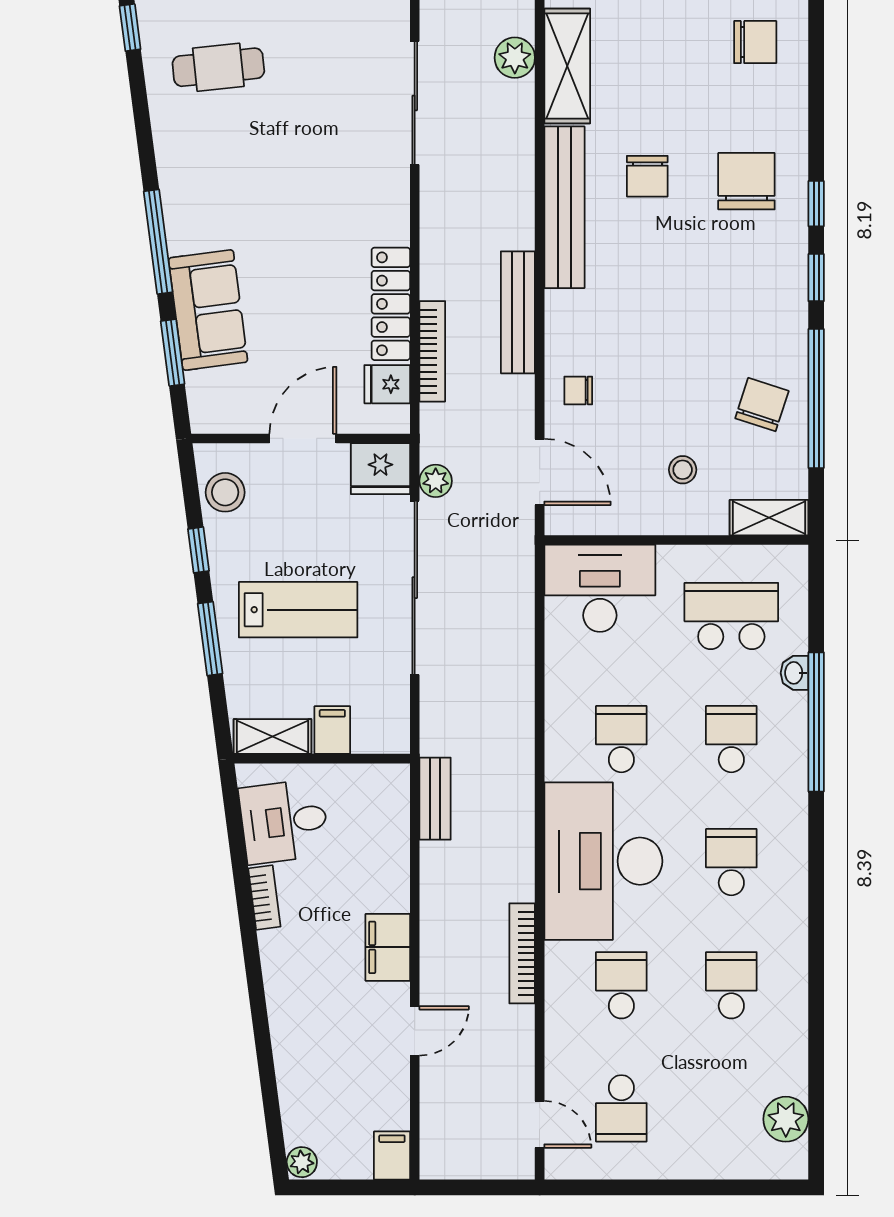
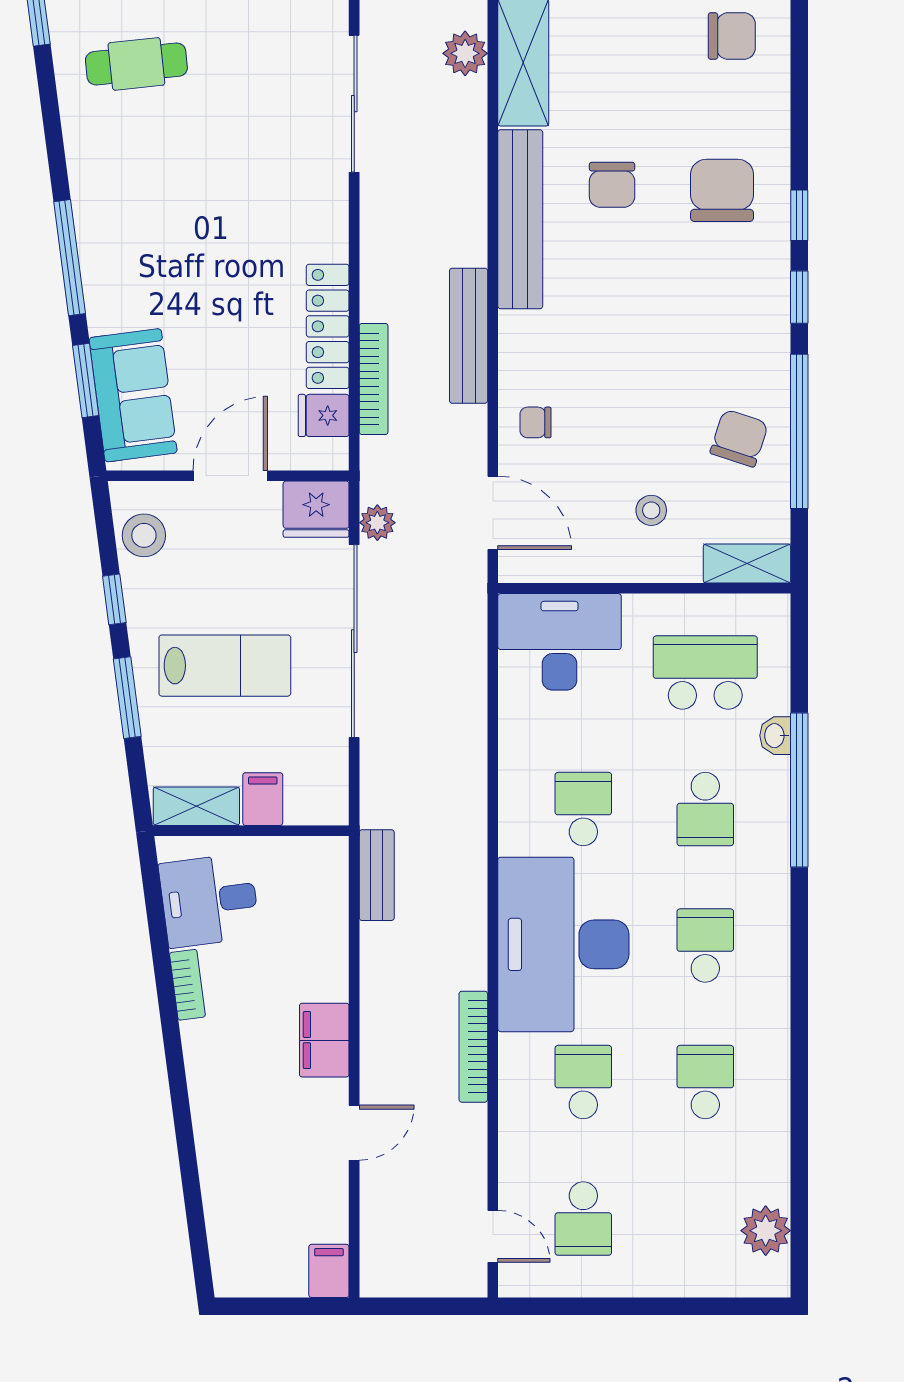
sofa: (208, 310) -> (133, 395), moved
school desk: (731, 739) -> (705, 809), turned 180
plant: (302, 1162) -> (229, 1278), removed

